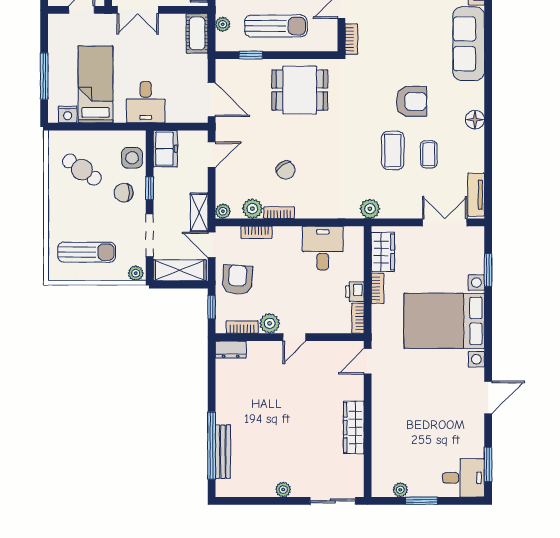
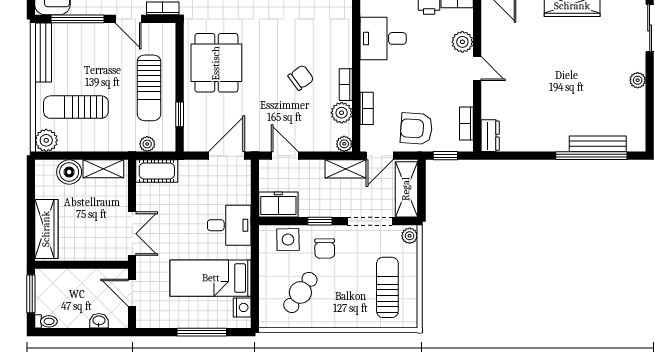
sun lounger: (276, 26) -> (149, 88), turned 180
plant: (270, 323) -> (462, 42), moved

